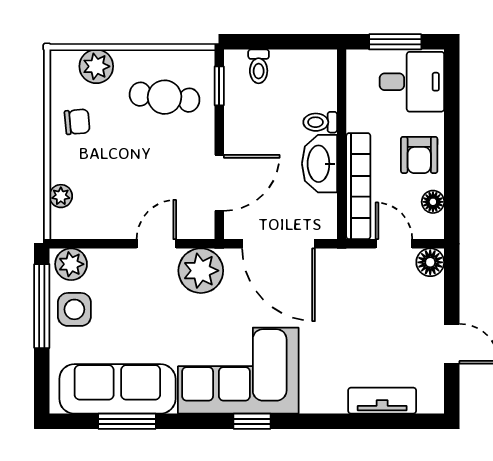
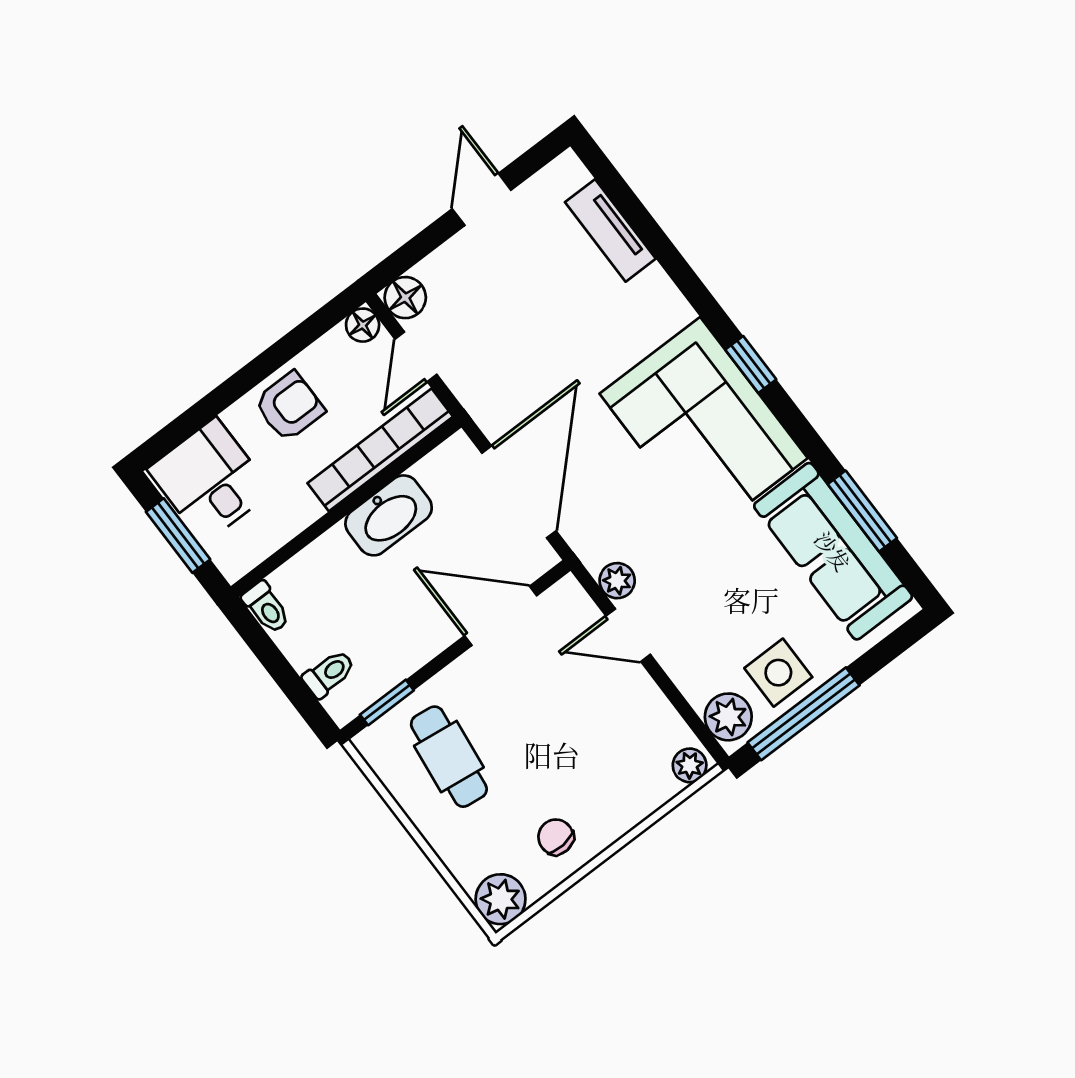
plant: (96, 66) -> (501, 899), moved
toilet: (320, 122) -> (266, 607), moved
plant: (61, 196) -> (690, 765), moved
floor lamp: (433, 202) -> (363, 325), moved
plant: (201, 271) -> (617, 581), width x0.53, depth x0.53

